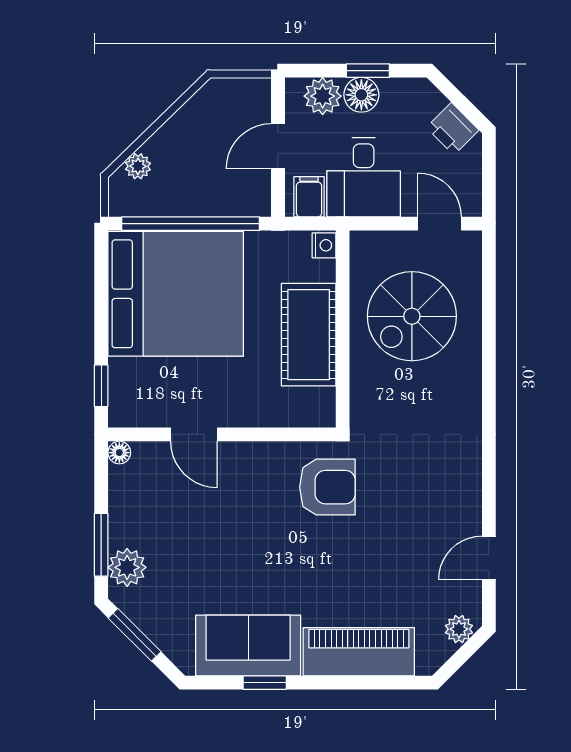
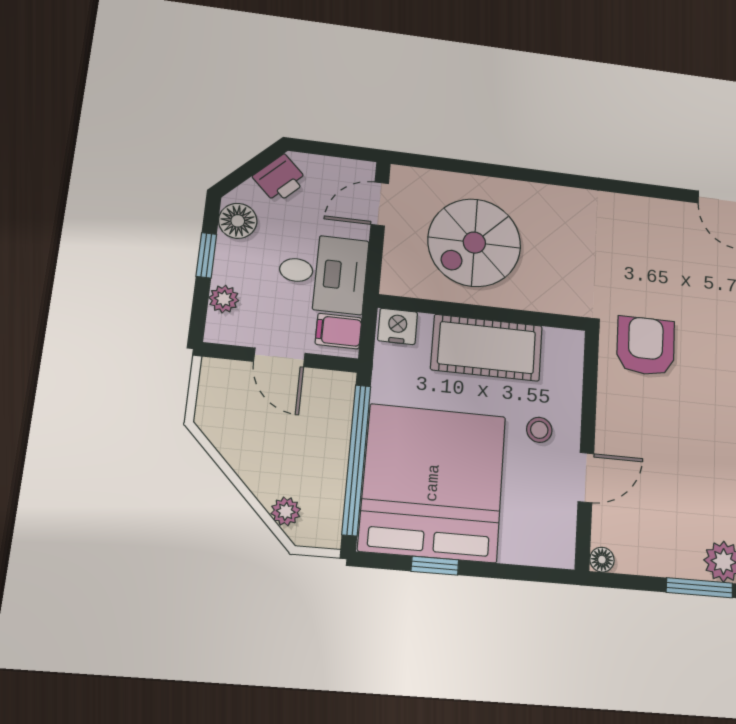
floor lamp: (361, 95) -> (238, 221), moved
plant: (323, 96) -> (224, 299), width x0.73, depth x0.73
nightstand: (324, 245) -> (398, 326), width x1.39, depth x1.35
spiral stairs: (412, 316) -> (474, 243), turned 90
window: (101, 386) -> (435, 566), moved
stool: (235, 388) -> (539, 430), added

